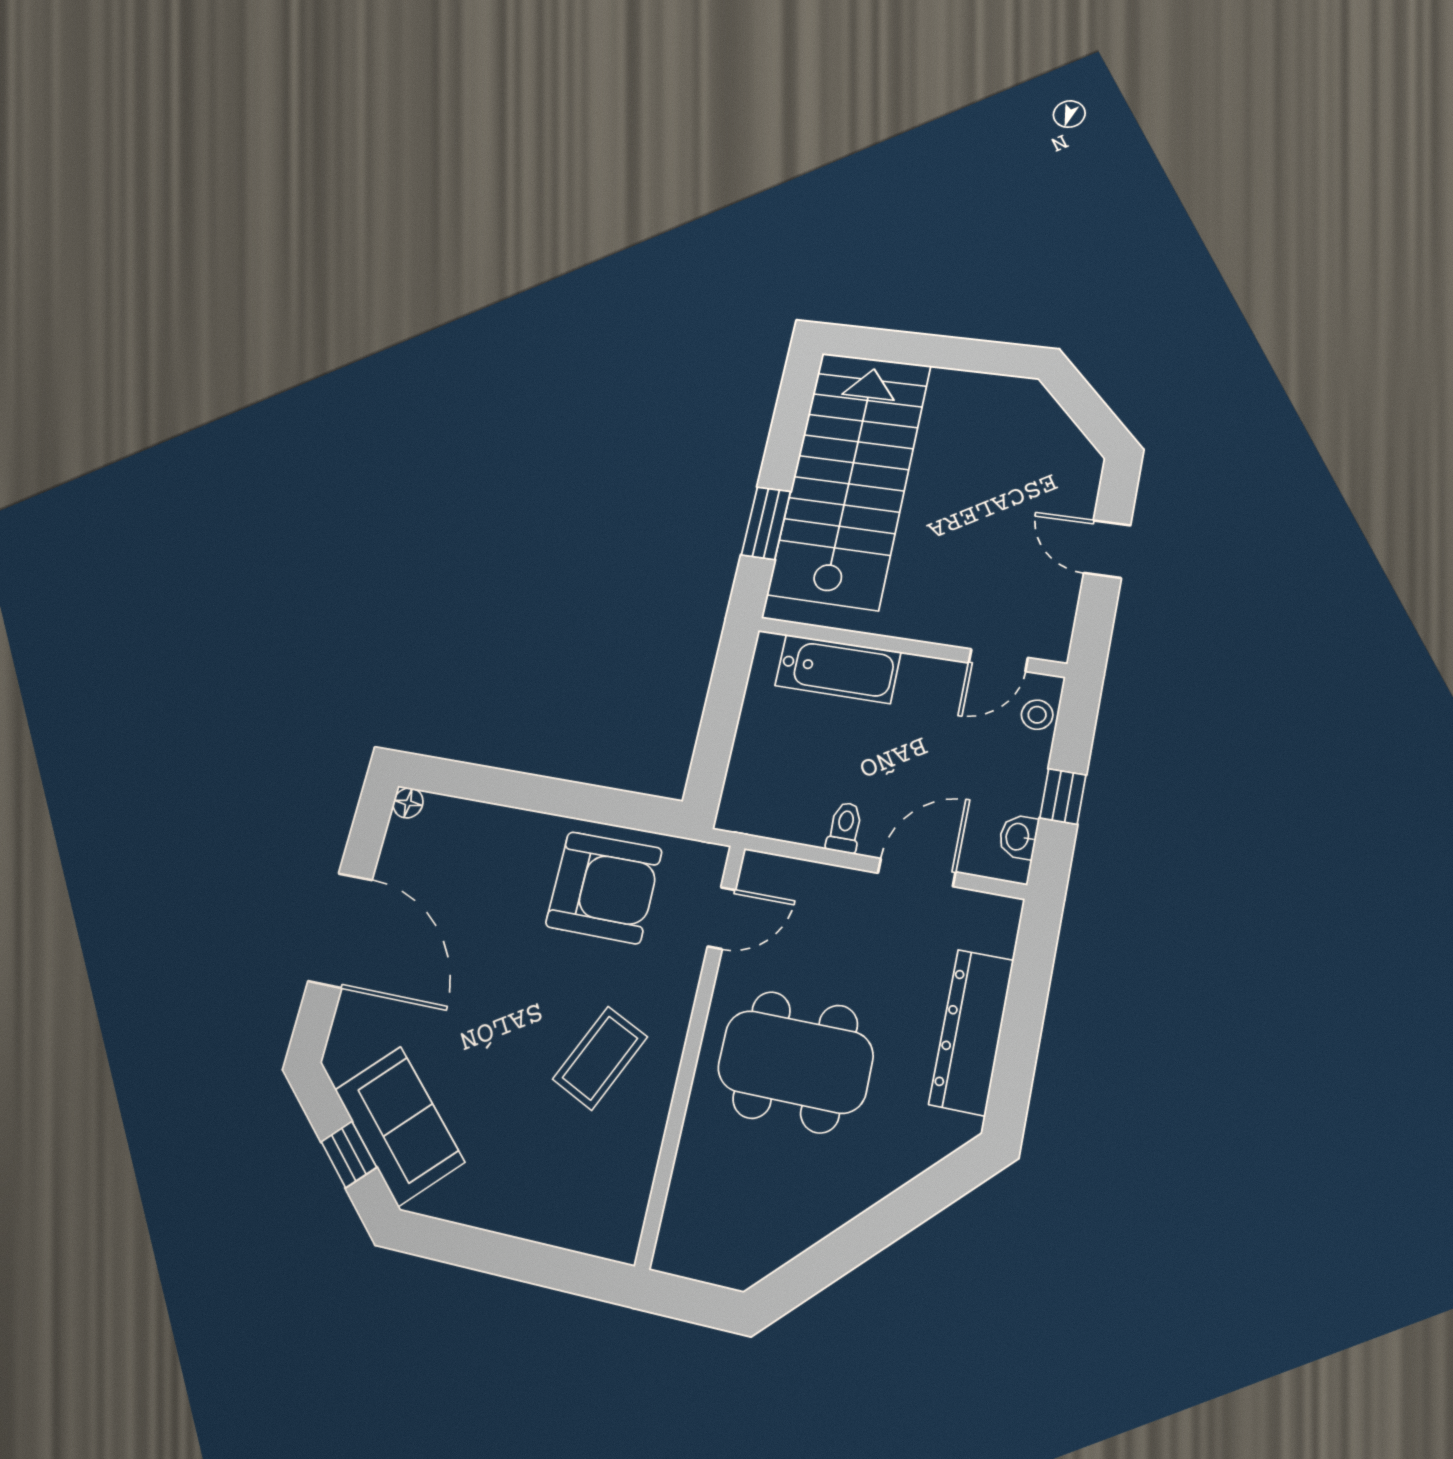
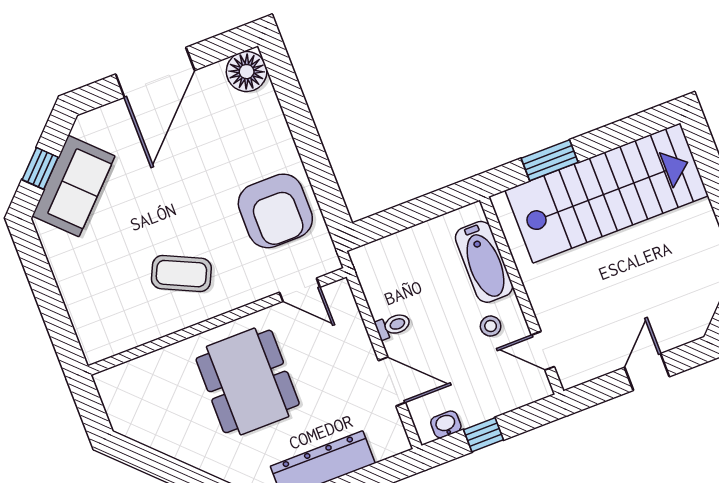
stool: (1037, 715) -> (491, 326), moved
floor lamp: (408, 803) -> (247, 72), width x1.89, depth x1.89

